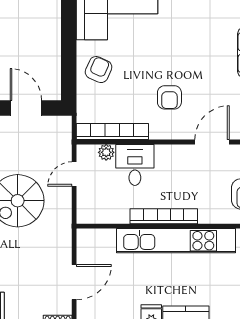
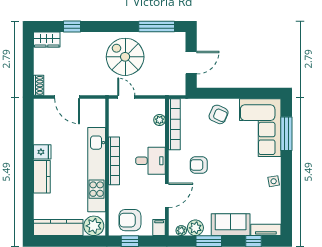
door: (212, 142) -> (167, 195), hinge flipped
desk: (135, 165) -> (151, 161), moved
door: (74, 174) -> (126, 97), moved

